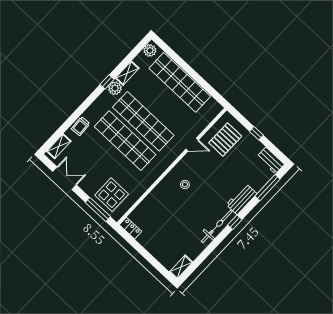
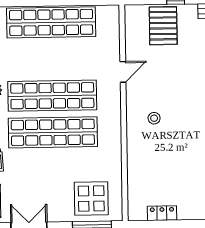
pallet: (225, 139) -> (163, 26), moved
locker: (130, 228) -> (162, 213), moved

